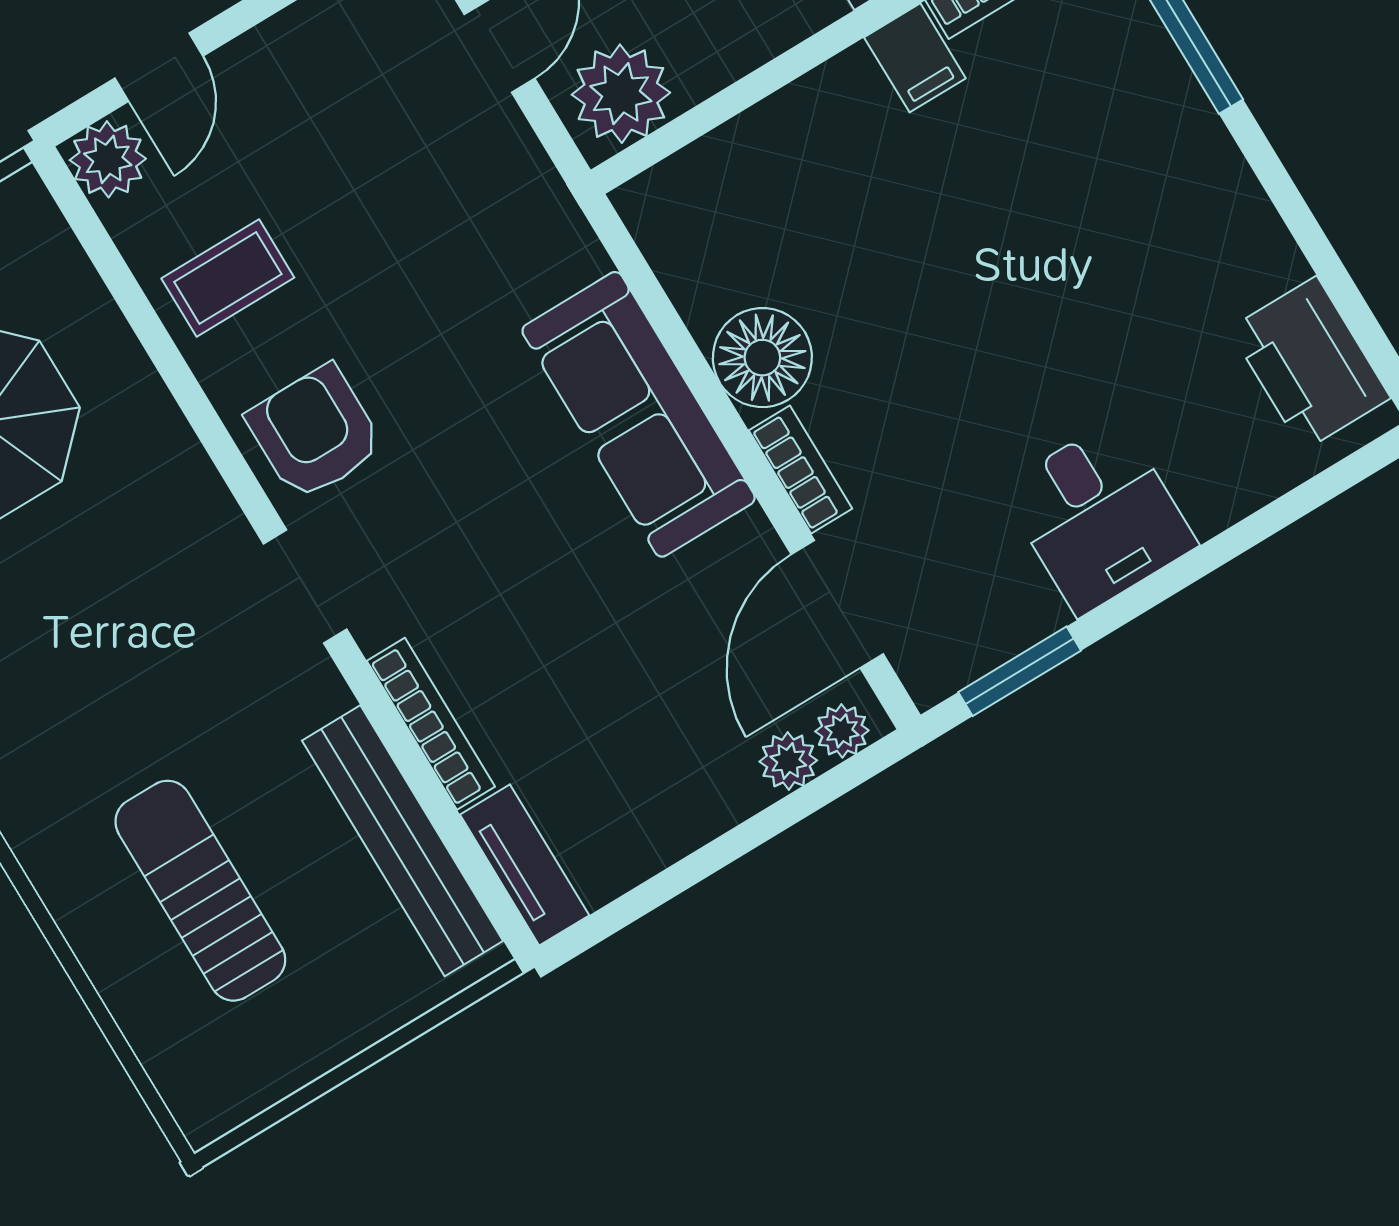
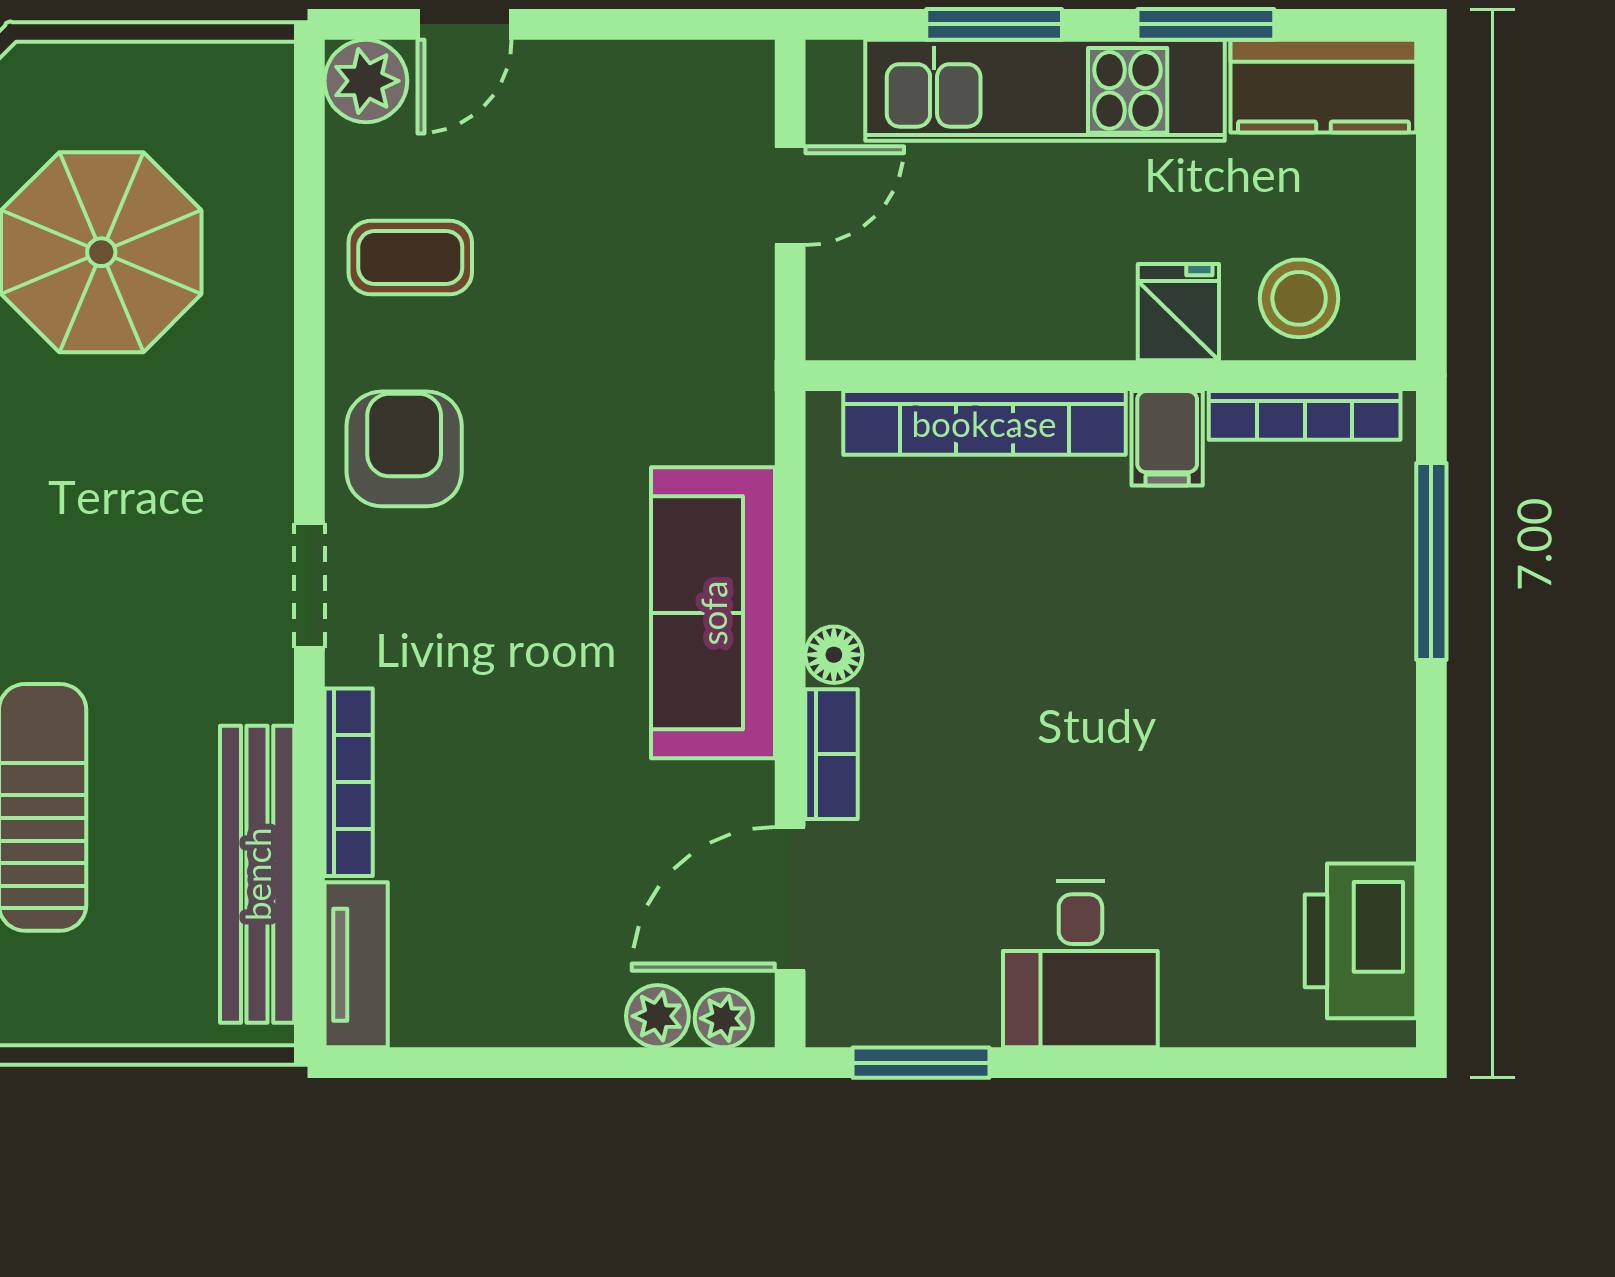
plant: (621, 94) -> (876, 307), removed
bookcase: (763, 133) -> (984, 423), added
floor lamp: (762, 358) -> (834, 655), width x0.53, depth x0.53

